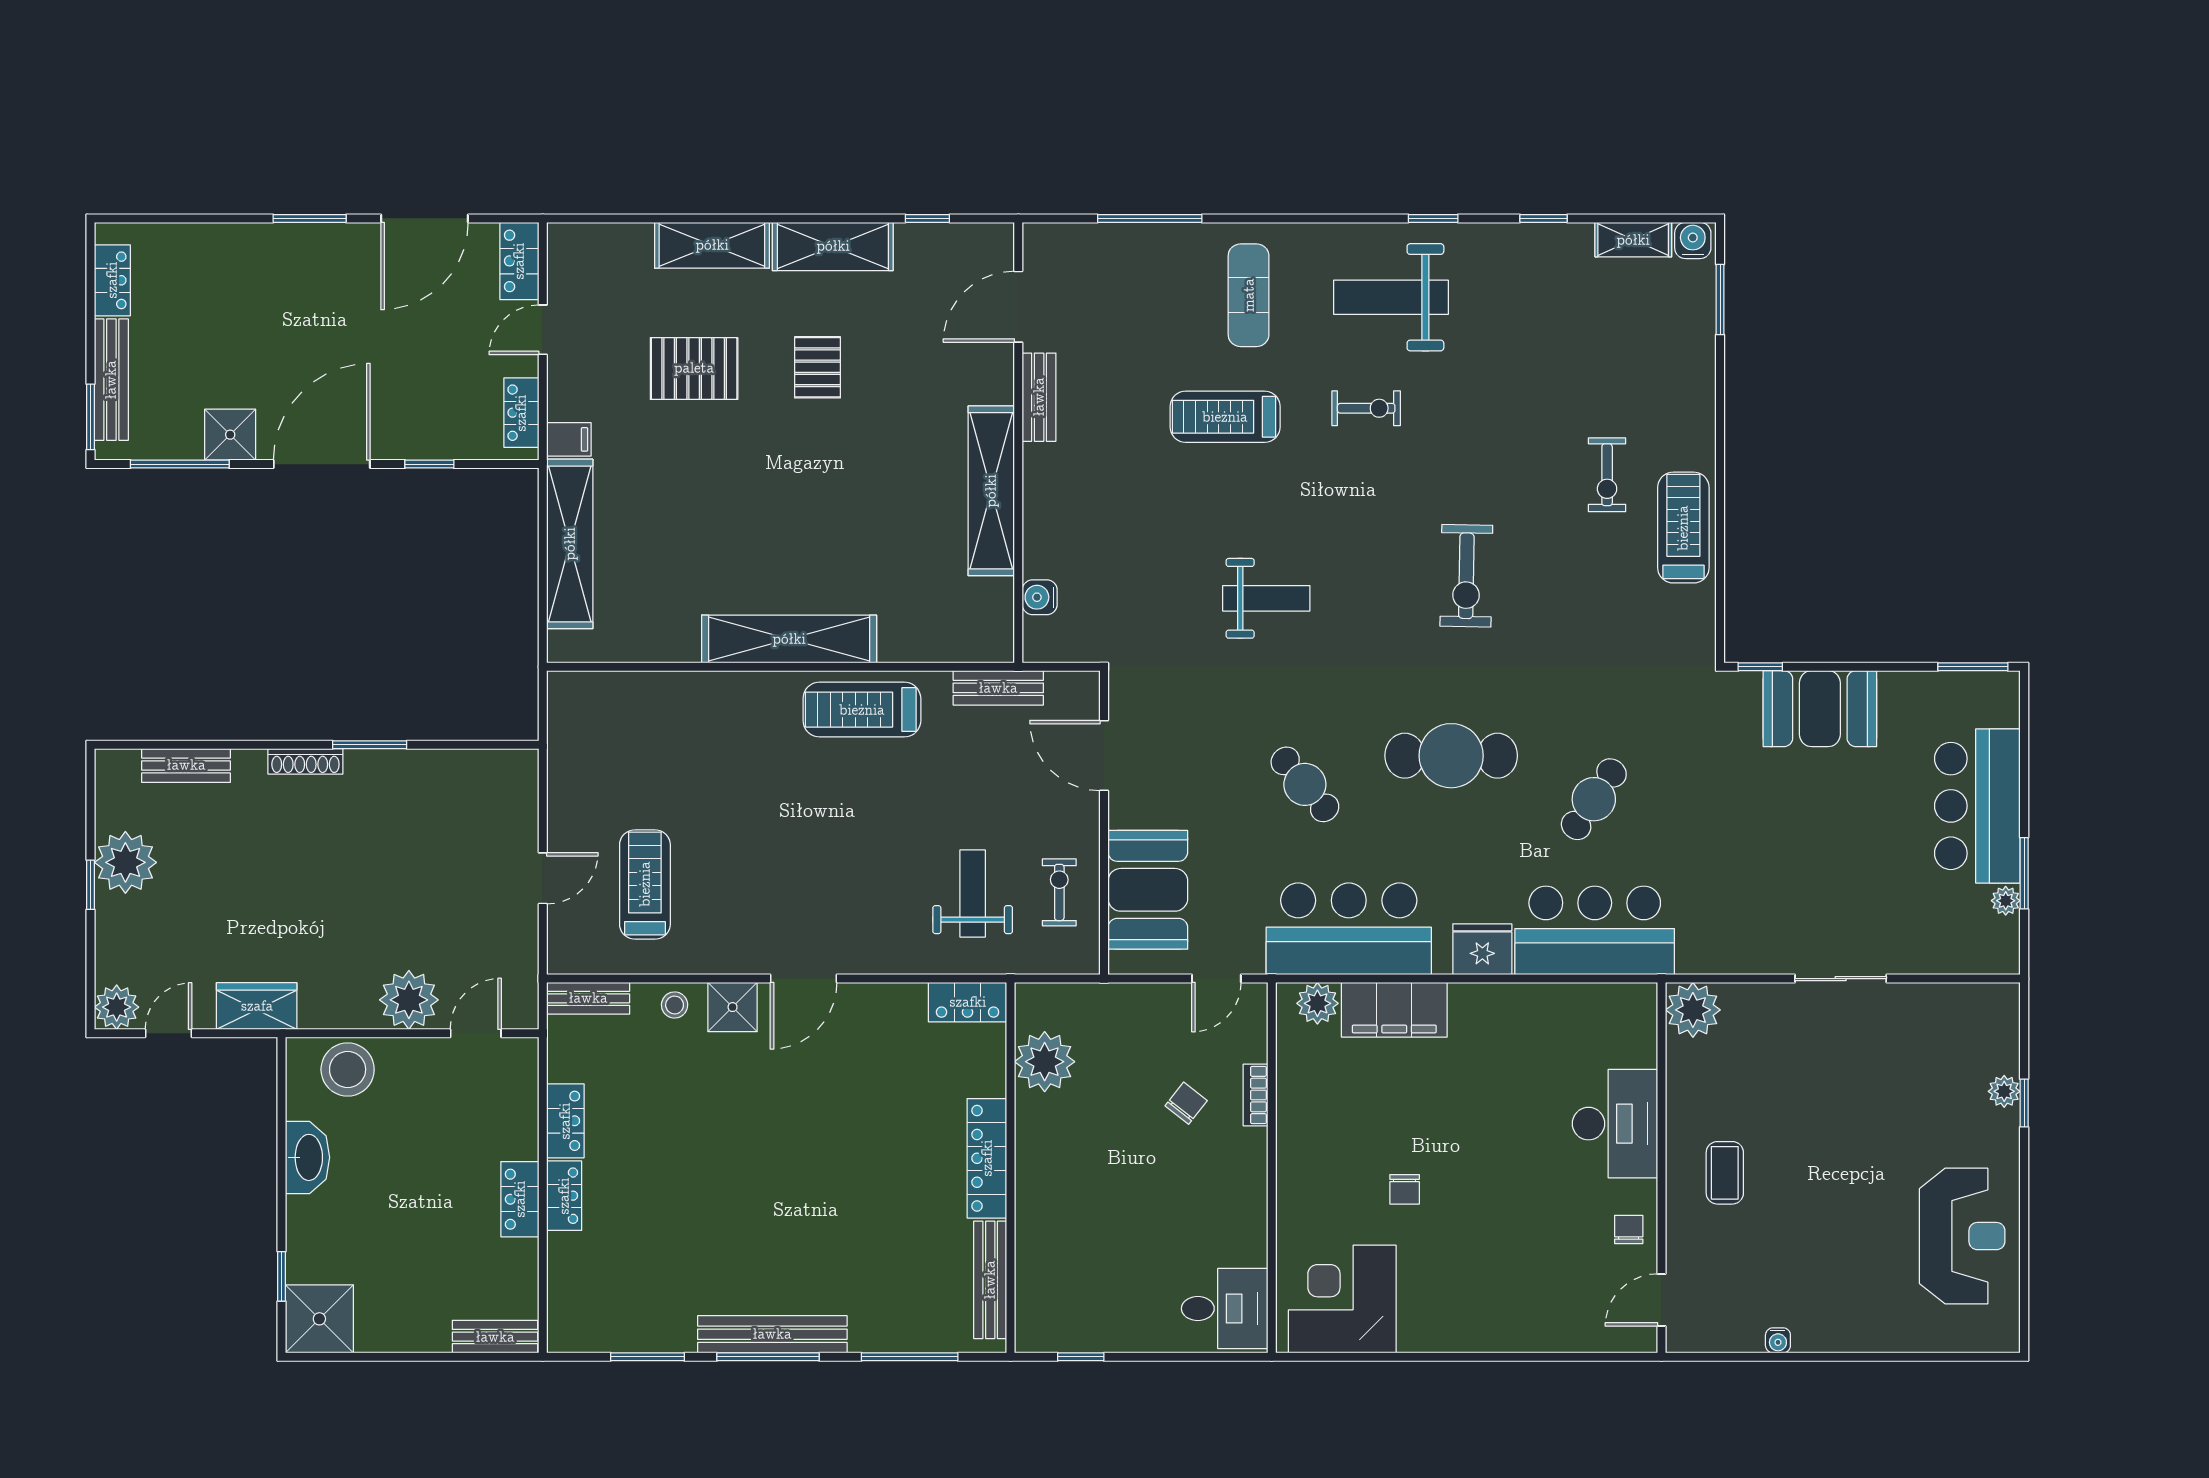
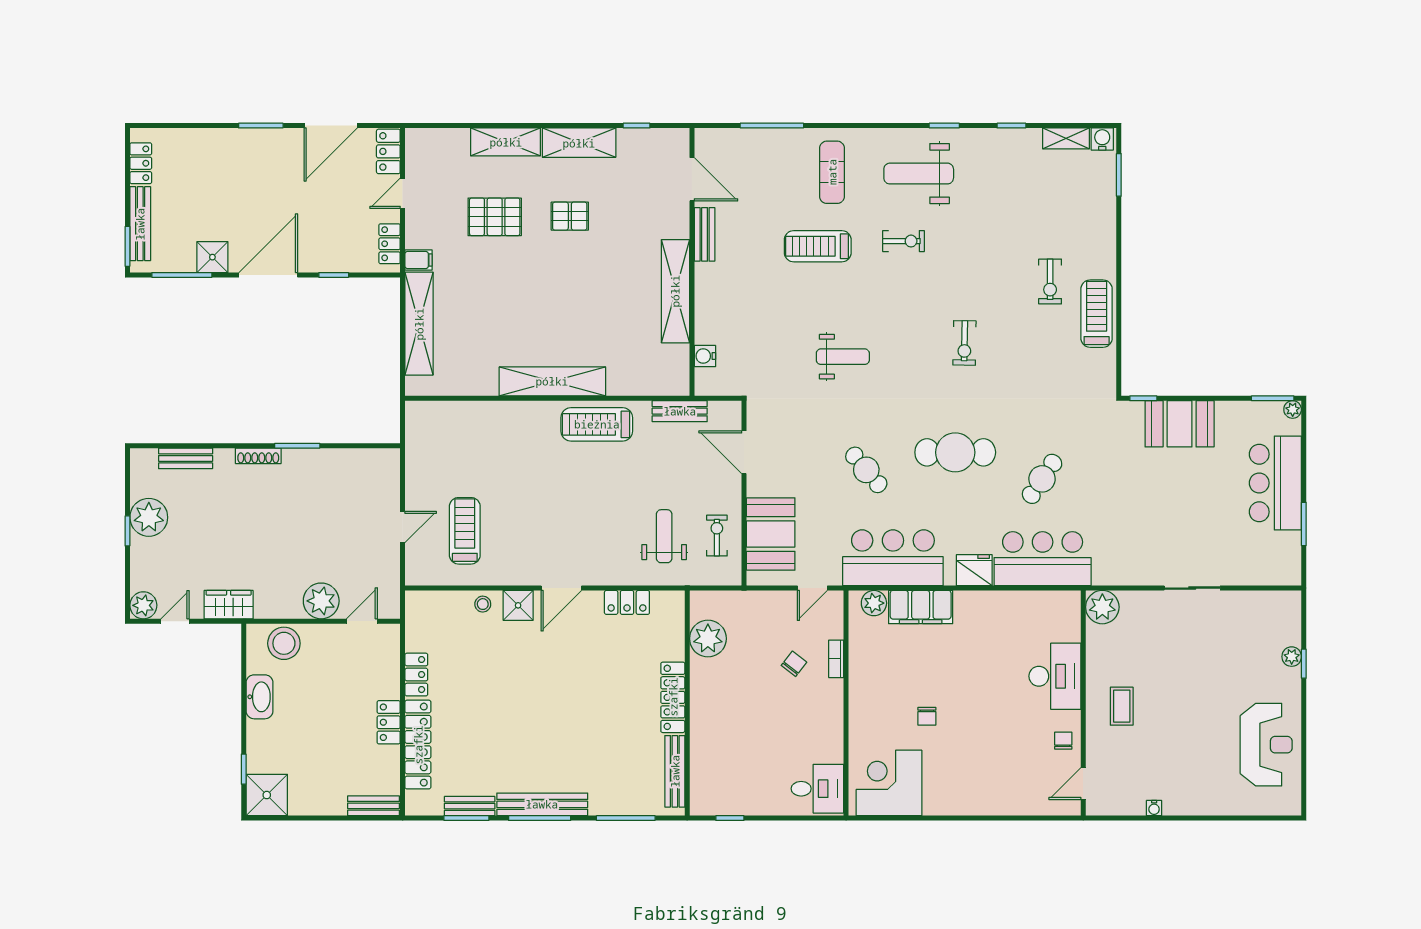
door: (1018, 307) -> (692, 179), swing flipped
pallet: (818, 367) -> (570, 216), turned 90
exercise bike: (1466, 576) -> (964, 343), width x0.73, depth x0.72
plant: (2006, 901) -> (1293, 409), moved
bench: (588, 998) -> (470, 806), moved
locker: (968, 1002) -> (627, 602), moved
locker: (564, 1196) -> (418, 745), width x2.16, depth x1.21

